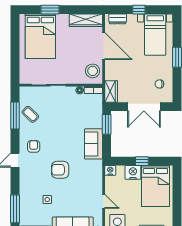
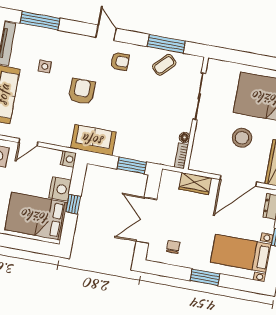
stool: (93, 71) -> (242, 138), moved
wardrobe: (111, 91) -> (195, 183), moved
sofa: (93, 144) -> (93, 140), moved

